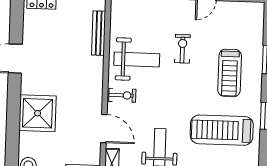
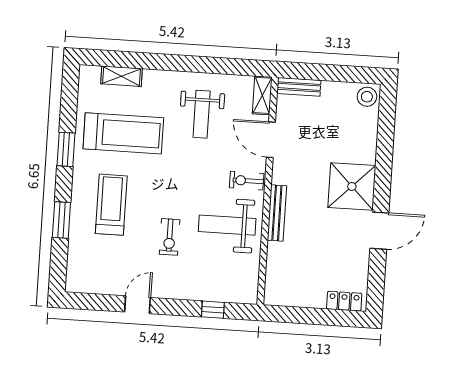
bench: (99, 33) -> (277, 213), moved
shower: (38, 113) -> (352, 187), moved

